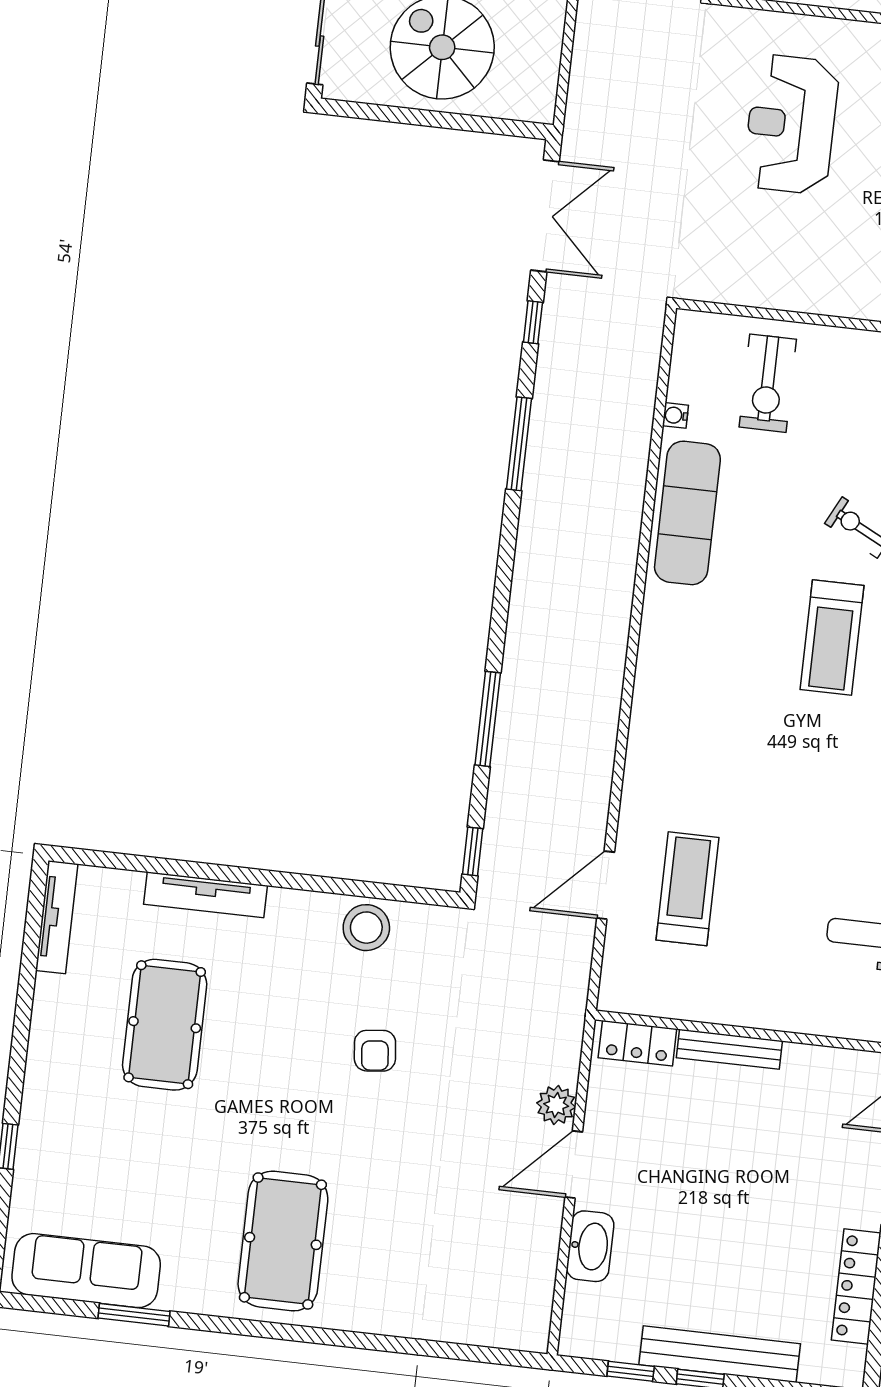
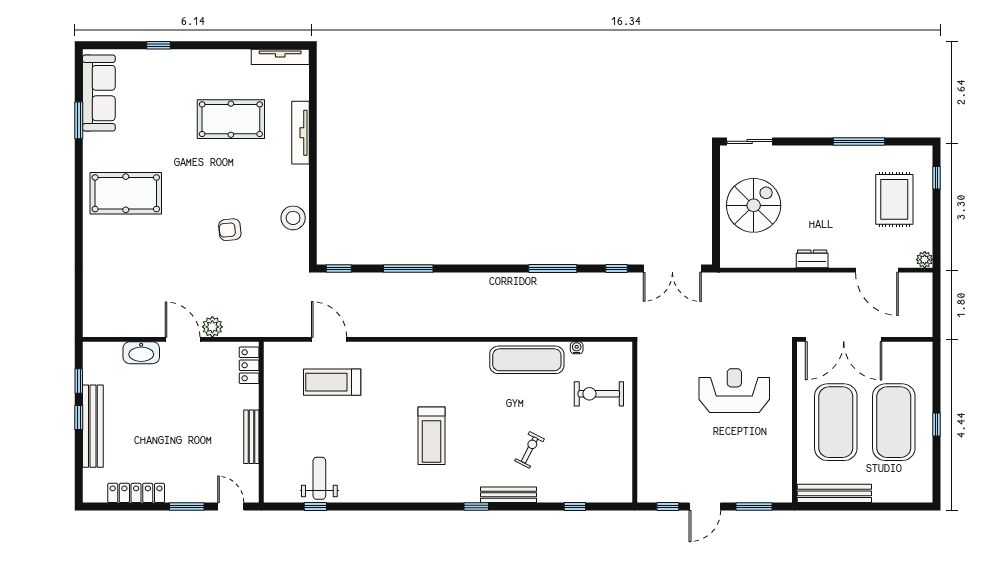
treadmill: (832, 637) -> (432, 436), moved, turned -90
treadmill: (688, 889) -> (332, 382), turned 180
bench: (729, 1049) -> (251, 437), moved

